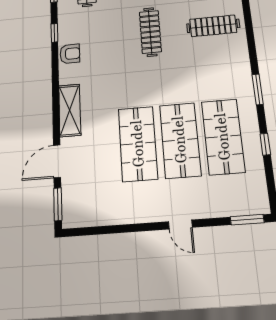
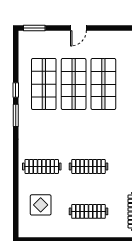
clothes rail: (150, 32) -> (88, 166), turned 90
window: (265, 144) -> (16, 90), moved
door: (180, 224) -> (78, 28), swing flipped

